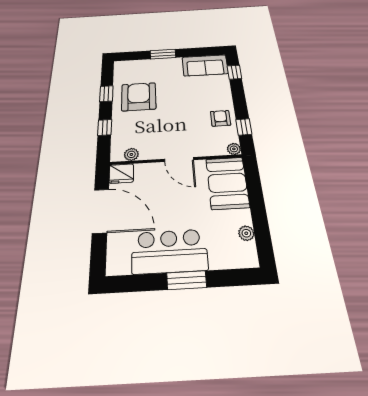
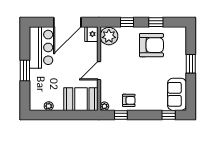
plant: (131, 154) -> (109, 36), width x1.87, depth x1.87
bar counter: (169, 251) -> (41, 47), moved

